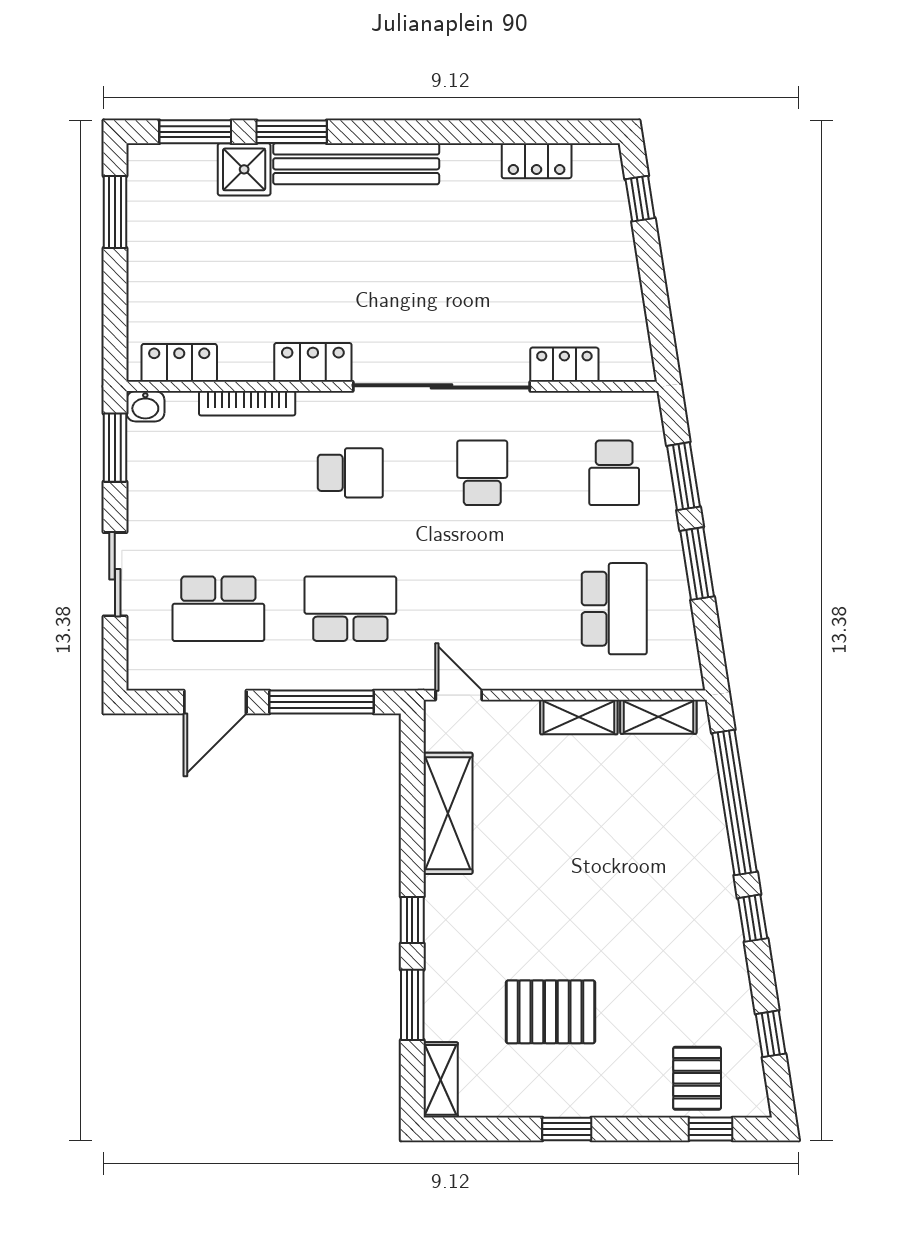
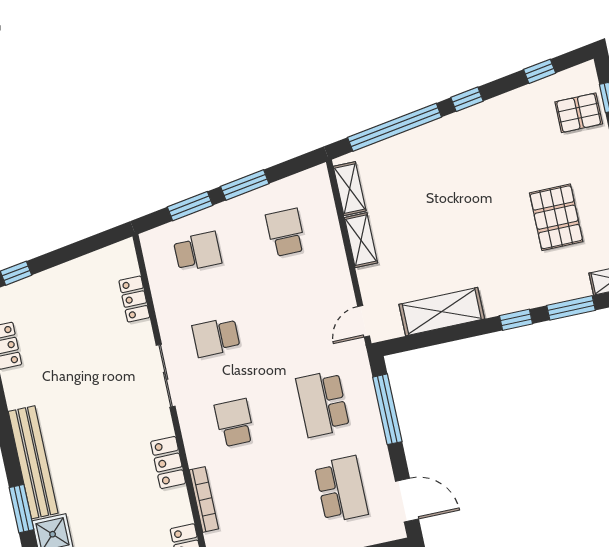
sliding door: (441, 386) -> (166, 376), width x0.54
school desk: (614, 609) -> (286, 232), width x0.54
door: (215, 702) -> (407, 500), moved

